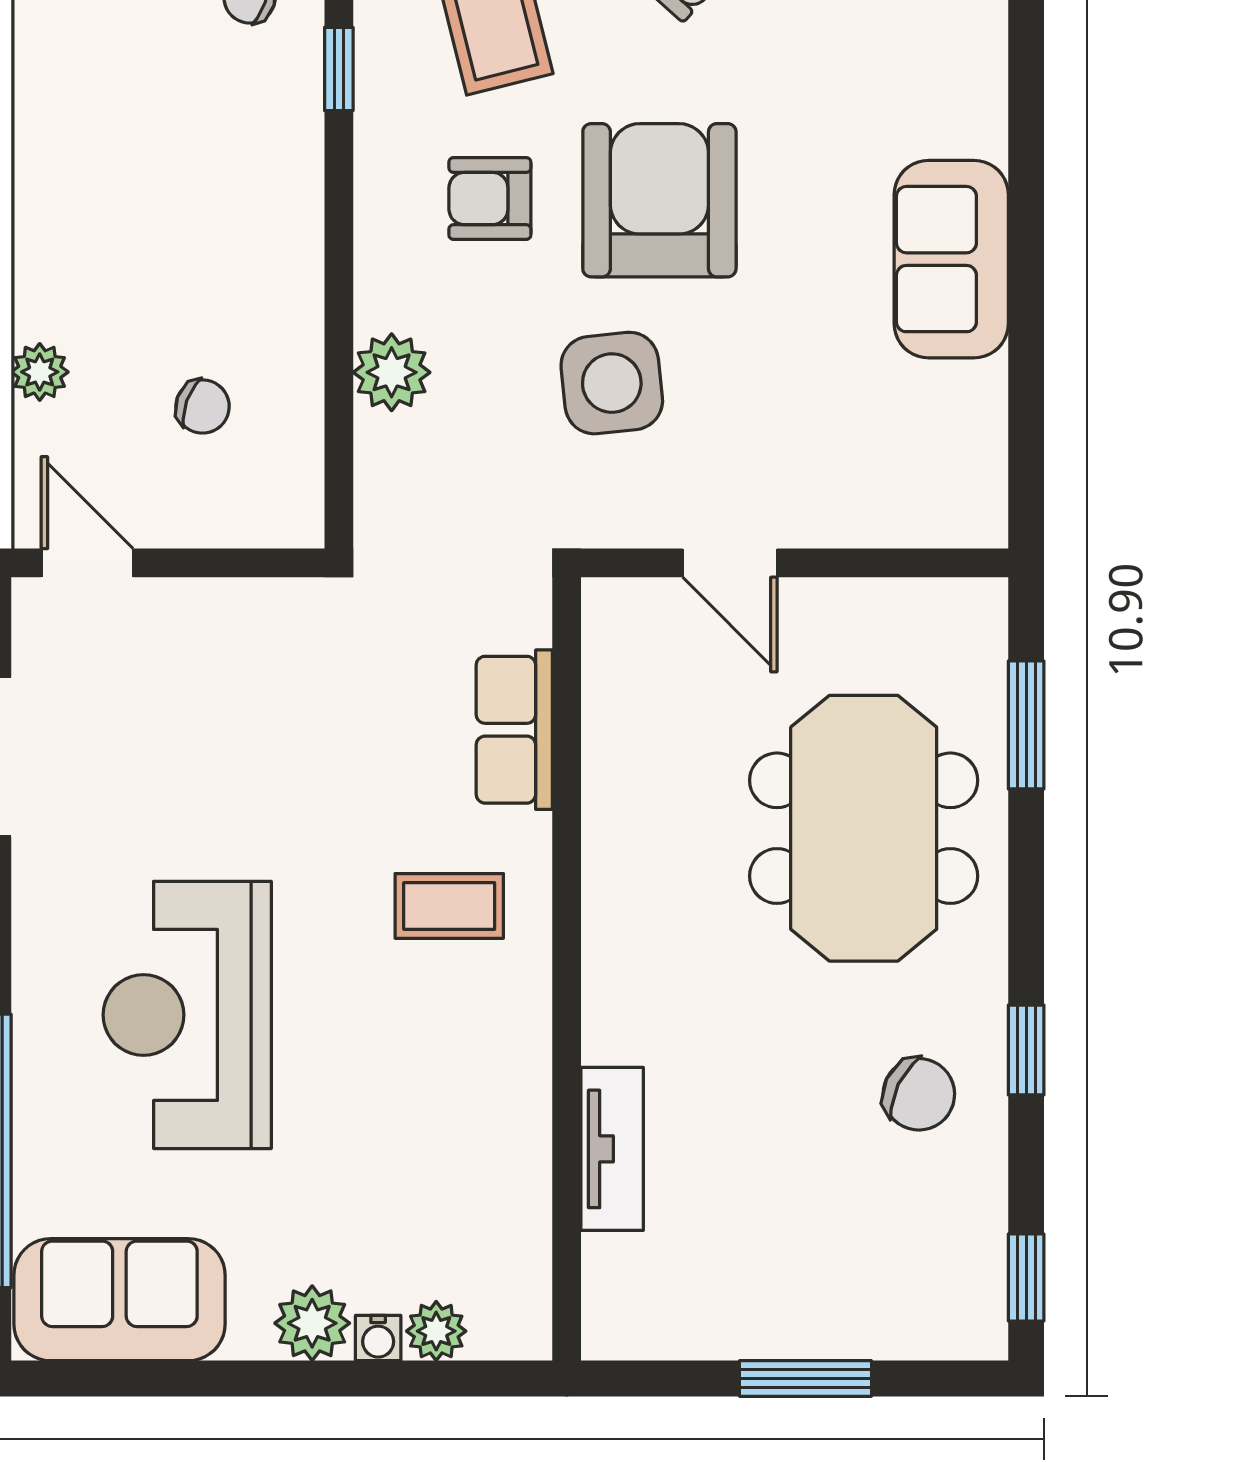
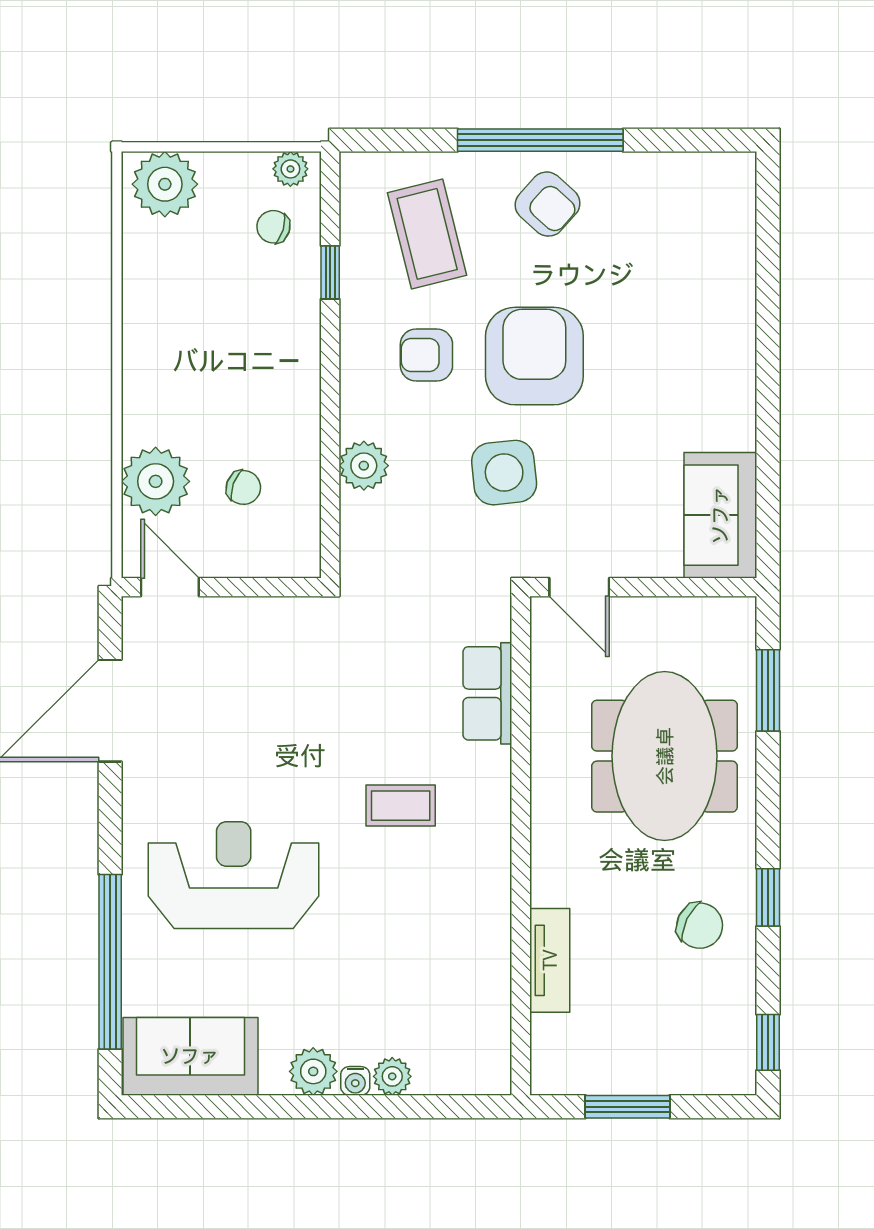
sofa: (951, 259) -> (720, 515), moved
plant: (40, 372) -> (156, 481), width x1.88, depth x1.88
row of seats: (514, 730) -> (487, 693), moved
wall: (567, 969) -> (521, 846), moved
reception desk: (187, 1015) -> (234, 875), turned 90
tv unit: (612, 1149) -> (550, 960), moved

